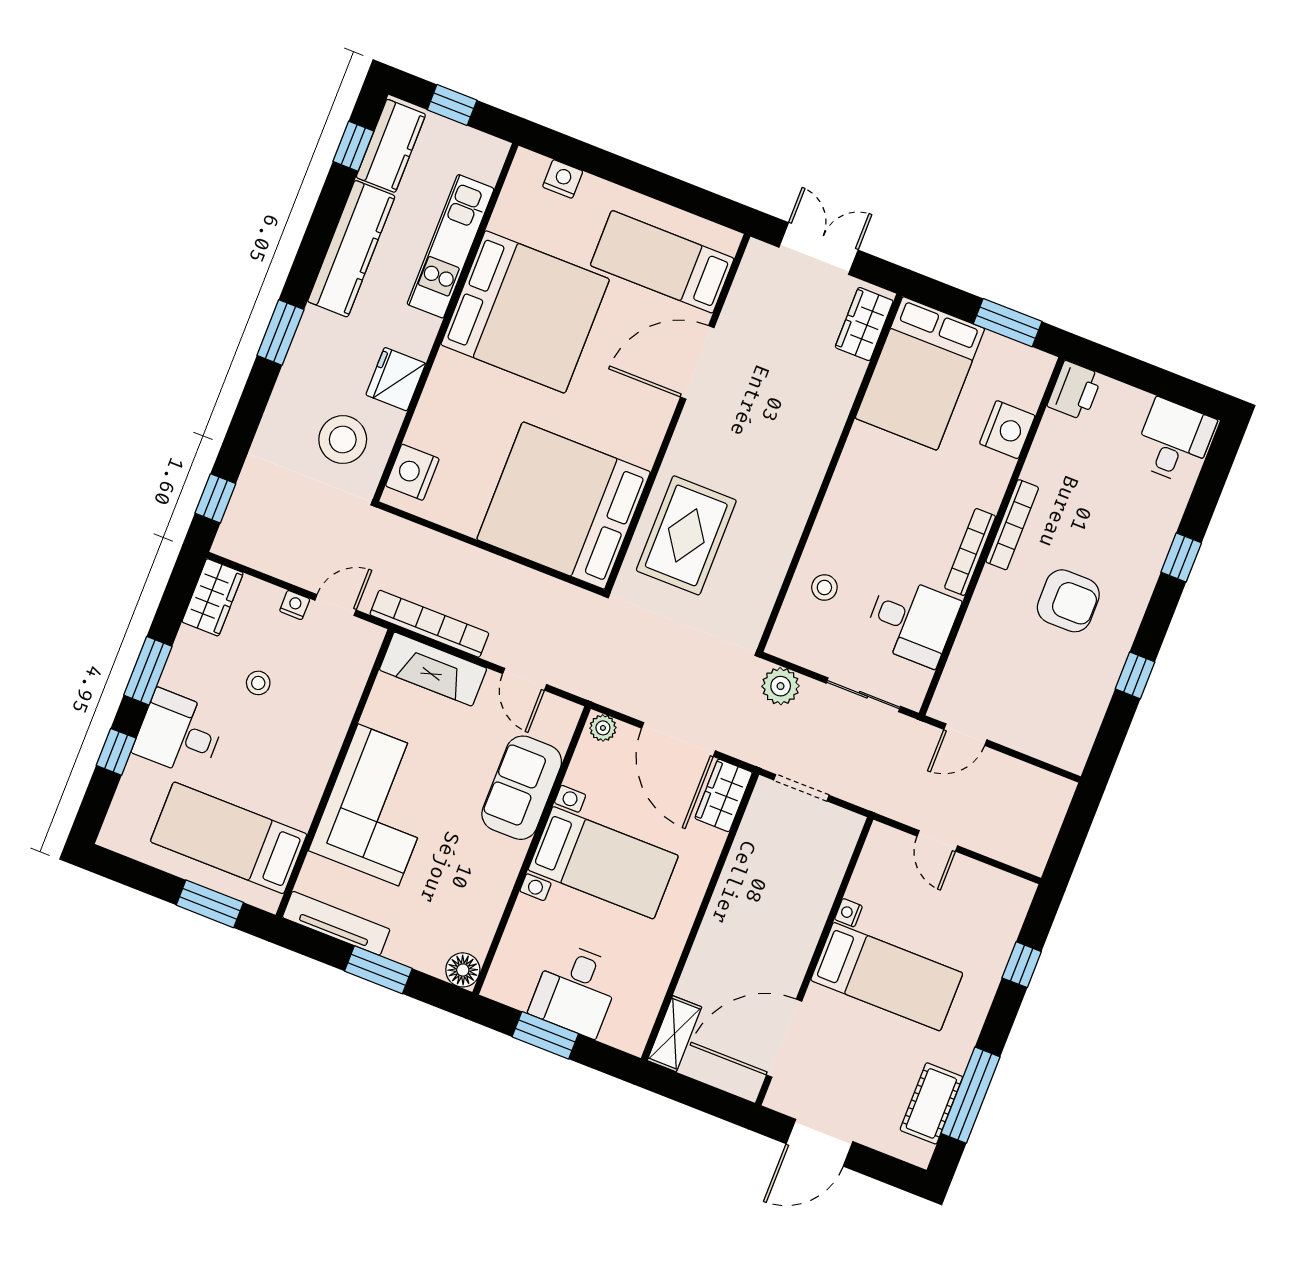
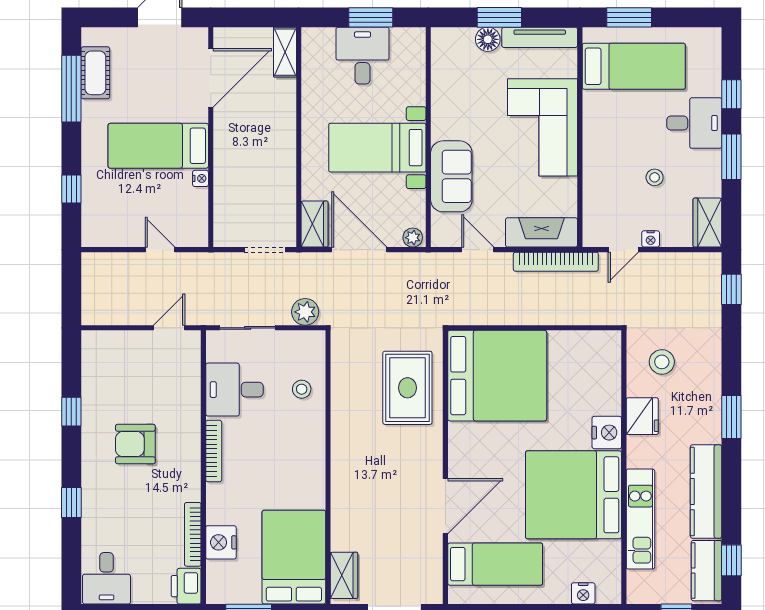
stool: (343, 440) -> (662, 362), width x0.73, depth x0.73
nightstand: (412, 472) -> (607, 433), moved
bookcase: (1012, 525) -> (193, 534), moved
floor lamp: (463, 970) -> (488, 39), moved

